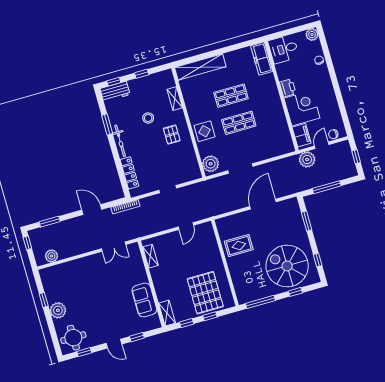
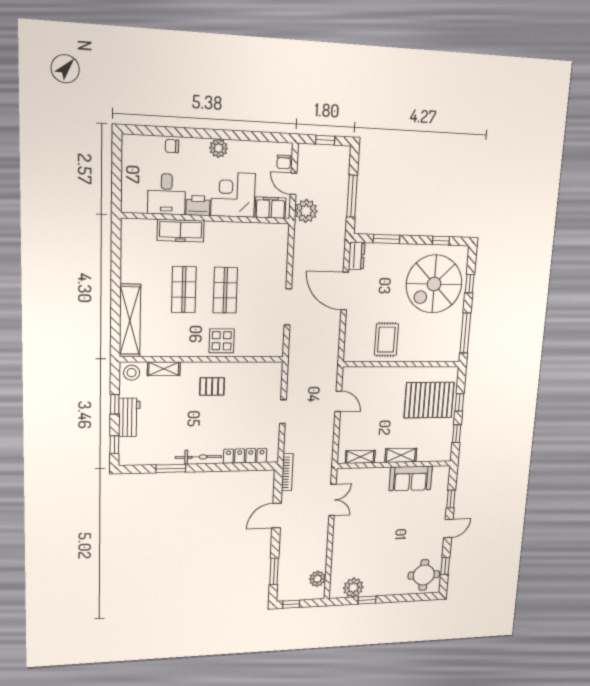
plant: (312, 35) -> (218, 148), moved
desk: (284, 49) -> (166, 194), moved
freezer: (262, 59) -> (181, 231), moved
workbench: (115, 92) -> (129, 417), moved
stool: (148, 118) -> (132, 373), moved
plant: (211, 164) -> (268, 345), removed
dresser: (289, 204) -> (357, 256), added
plant: (58, 310) -> (353, 588), moved
shelving: (167, 313) -> (401, 455), moved

